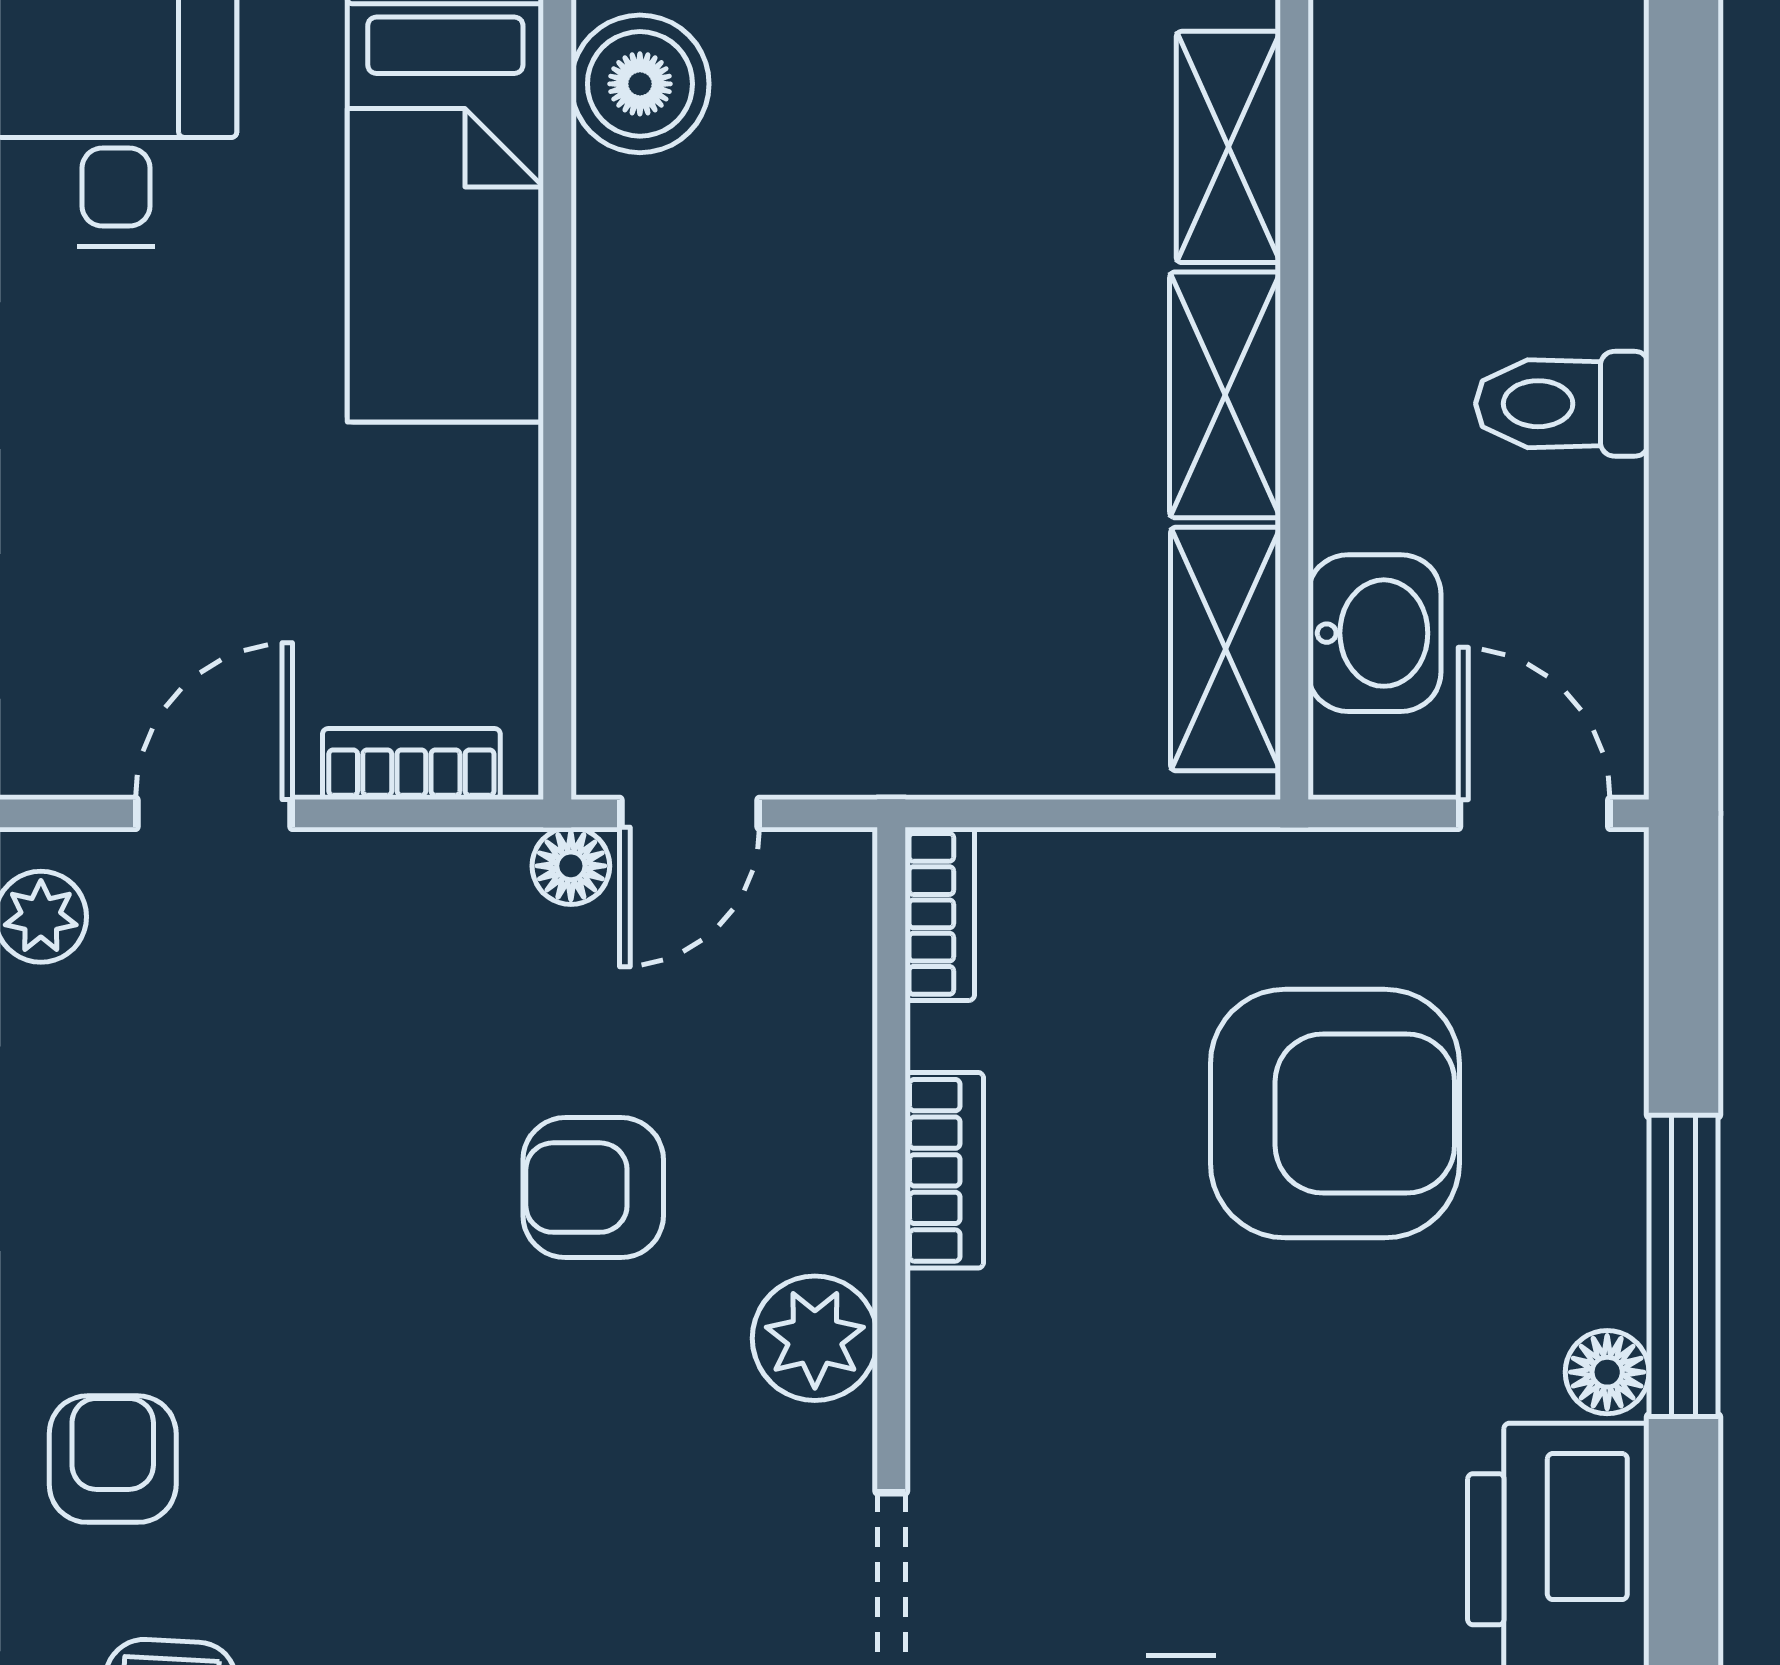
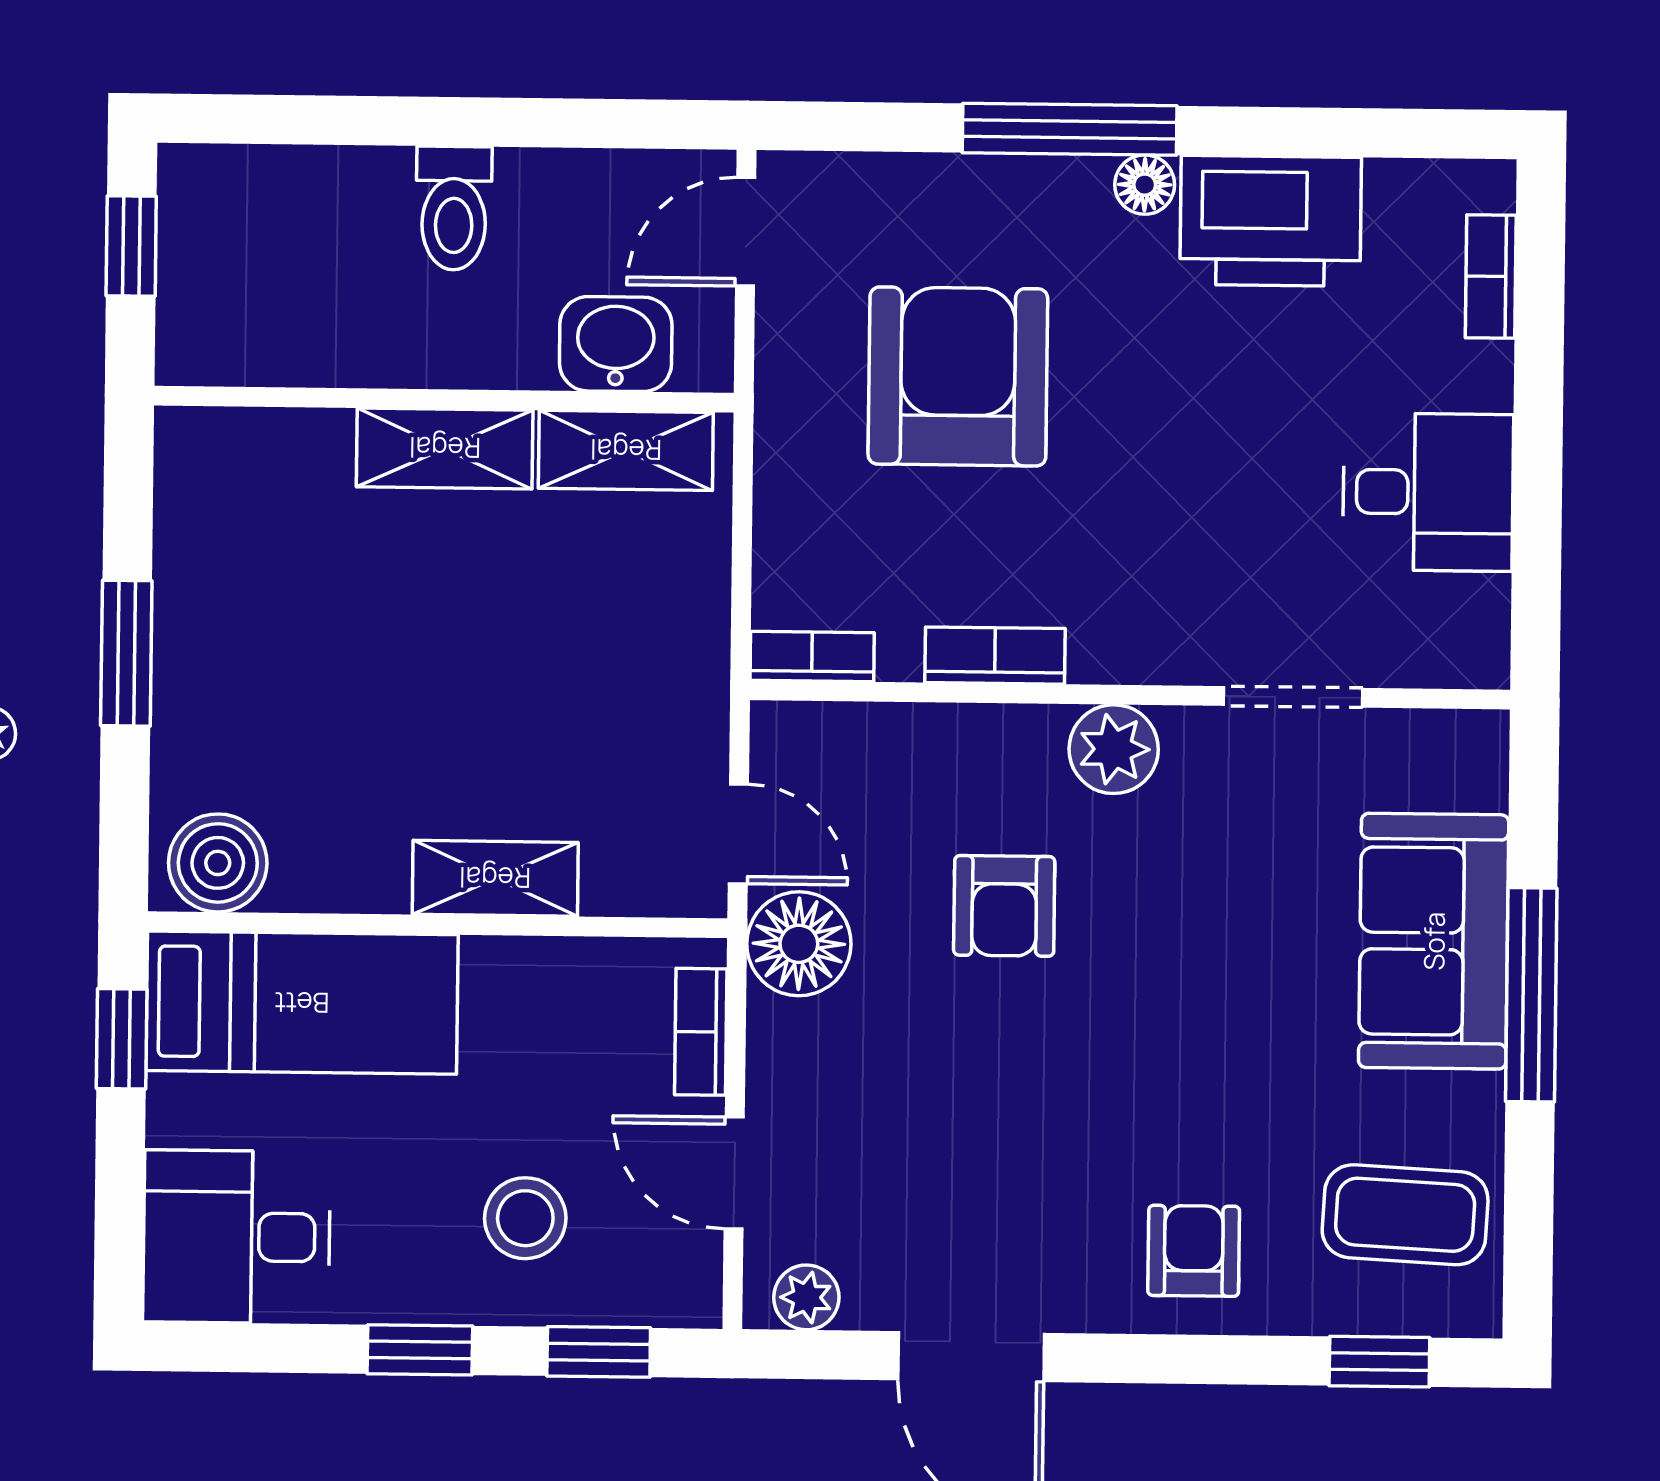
shelving: (1228, 147) -> (495, 878), moved
stool: (147, 521) -> (525, 1218), added
floor lamp: (571, 866) -> (799, 944), width x1.89, depth x1.89
armchair: (113, 1459) -> (1194, 1251), turned 90

